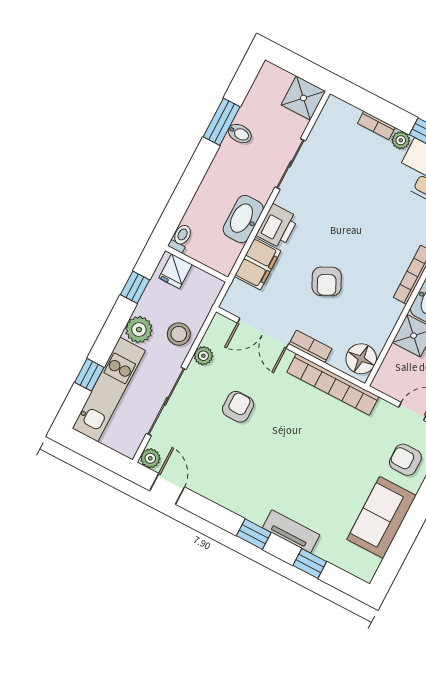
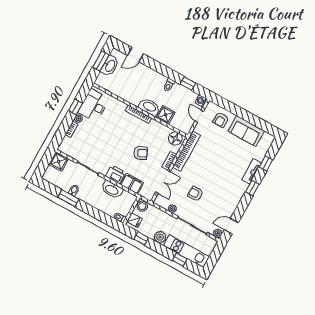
stool: (179, 334) -> (142, 206), moved

